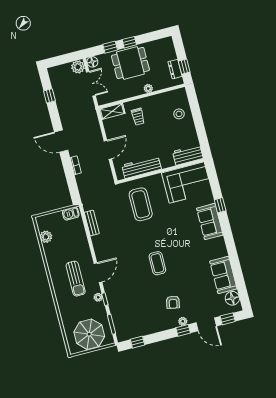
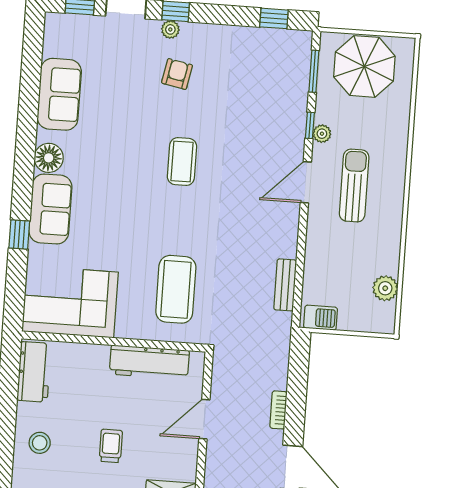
trolley: (138, 117) -> (111, 446), moved
workbench: (188, 155) -> (34, 372), moved, turned -90
floor lamp: (232, 298) -> (49, 158), moved

